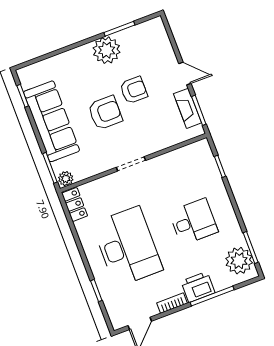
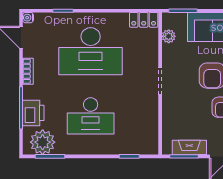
plant: (66, 179) -> (169, 36), moved
desk: (193, 222) -> (91, 116), width x1.37
printer: (198, 287) -> (33, 113), moved
water cooler: (117, 324) -> (28, 18), added

